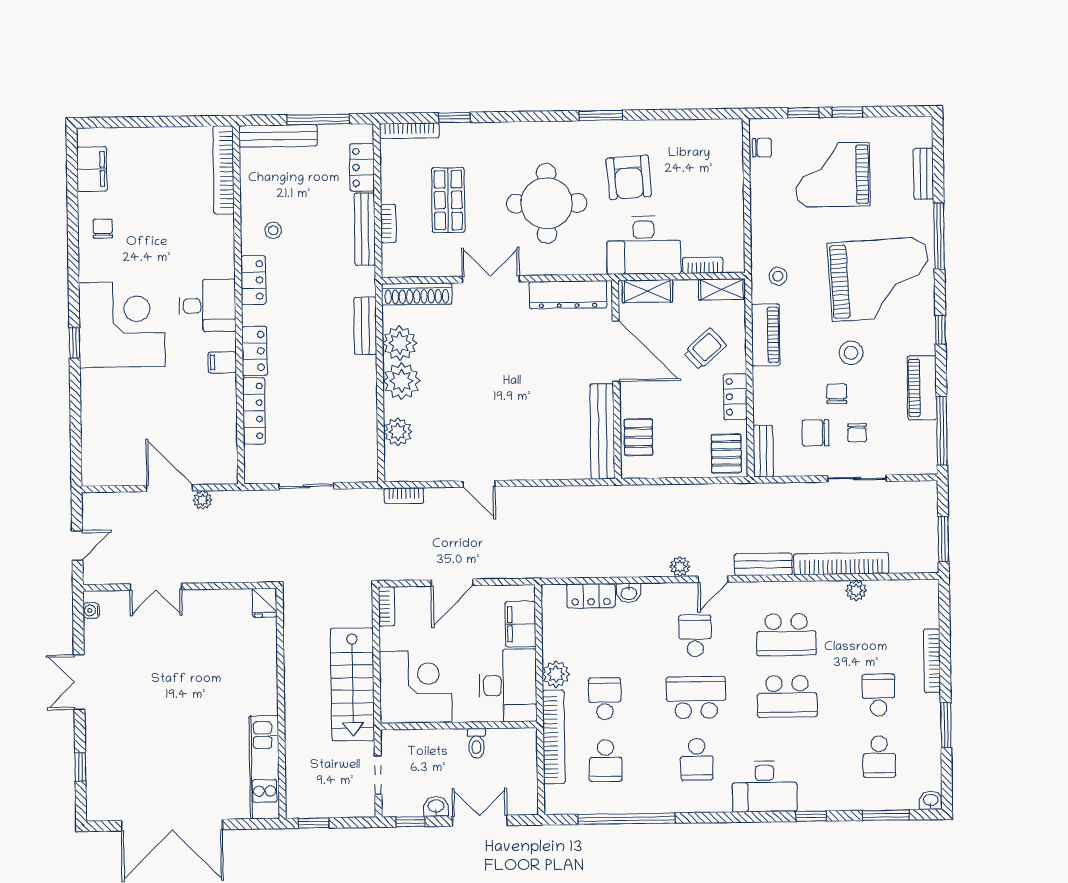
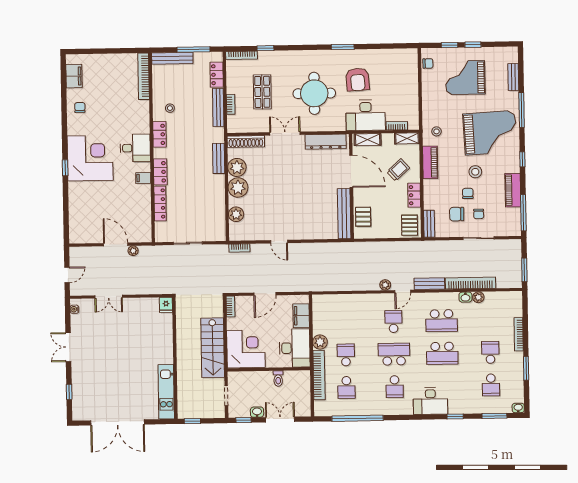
washbasin: (629, 593) -> (465, 297), moved
locker: (591, 596) -> (338, 301), removed

